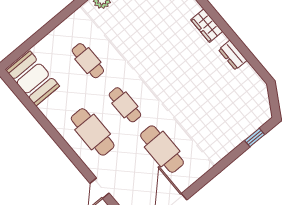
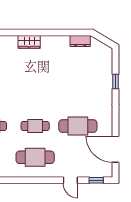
dresser: (233, 55) -> (80, 41), moved
window: (255, 138) -> (115, 81), moved

